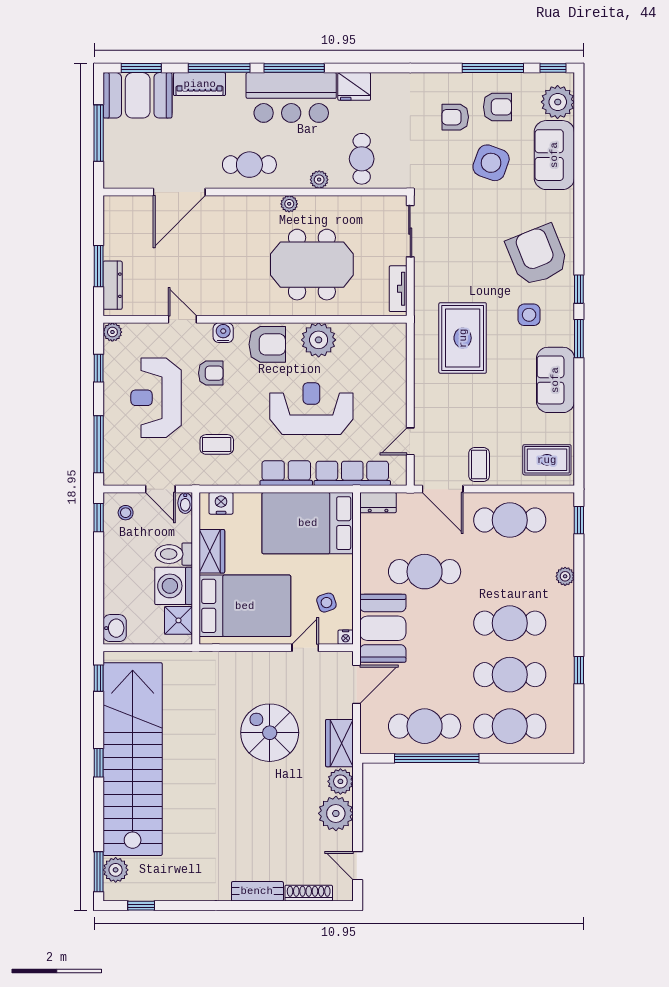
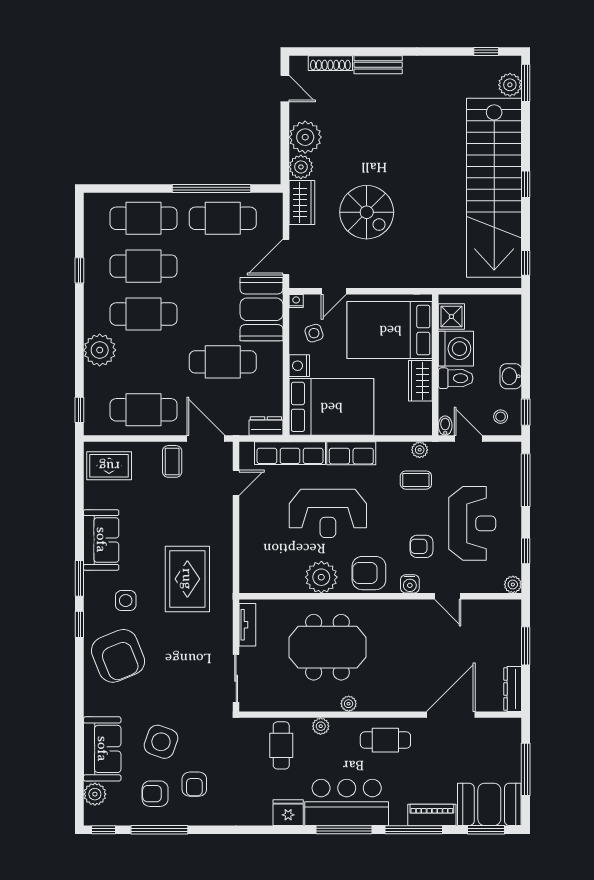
plant: (558, 102) -> (95, 794), width x0.73, depth x0.73
armchair: (455, 117) -> (194, 784), turned 90
dresser: (113, 285) -> (513, 689), moved
plant: (213, 477) -> (420, 450), added
nightstand: (221, 503) -> (299, 366), moved, turned 90
plant: (565, 576) -> (100, 350), width x1.87, depth x1.87
washbasin: (115, 628) -> (511, 376), moved

